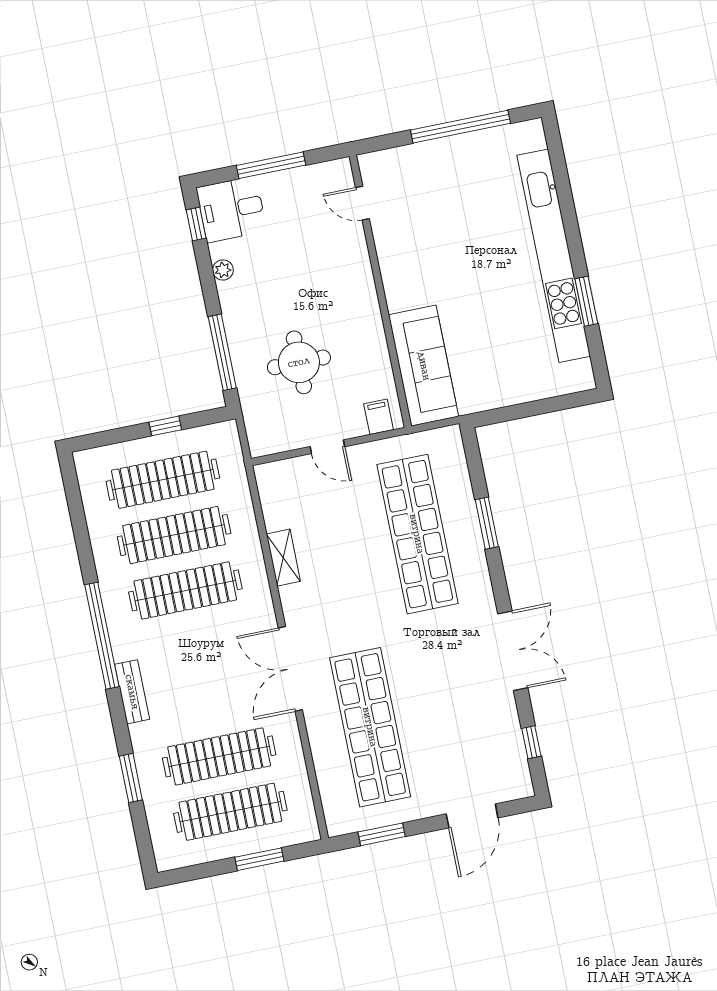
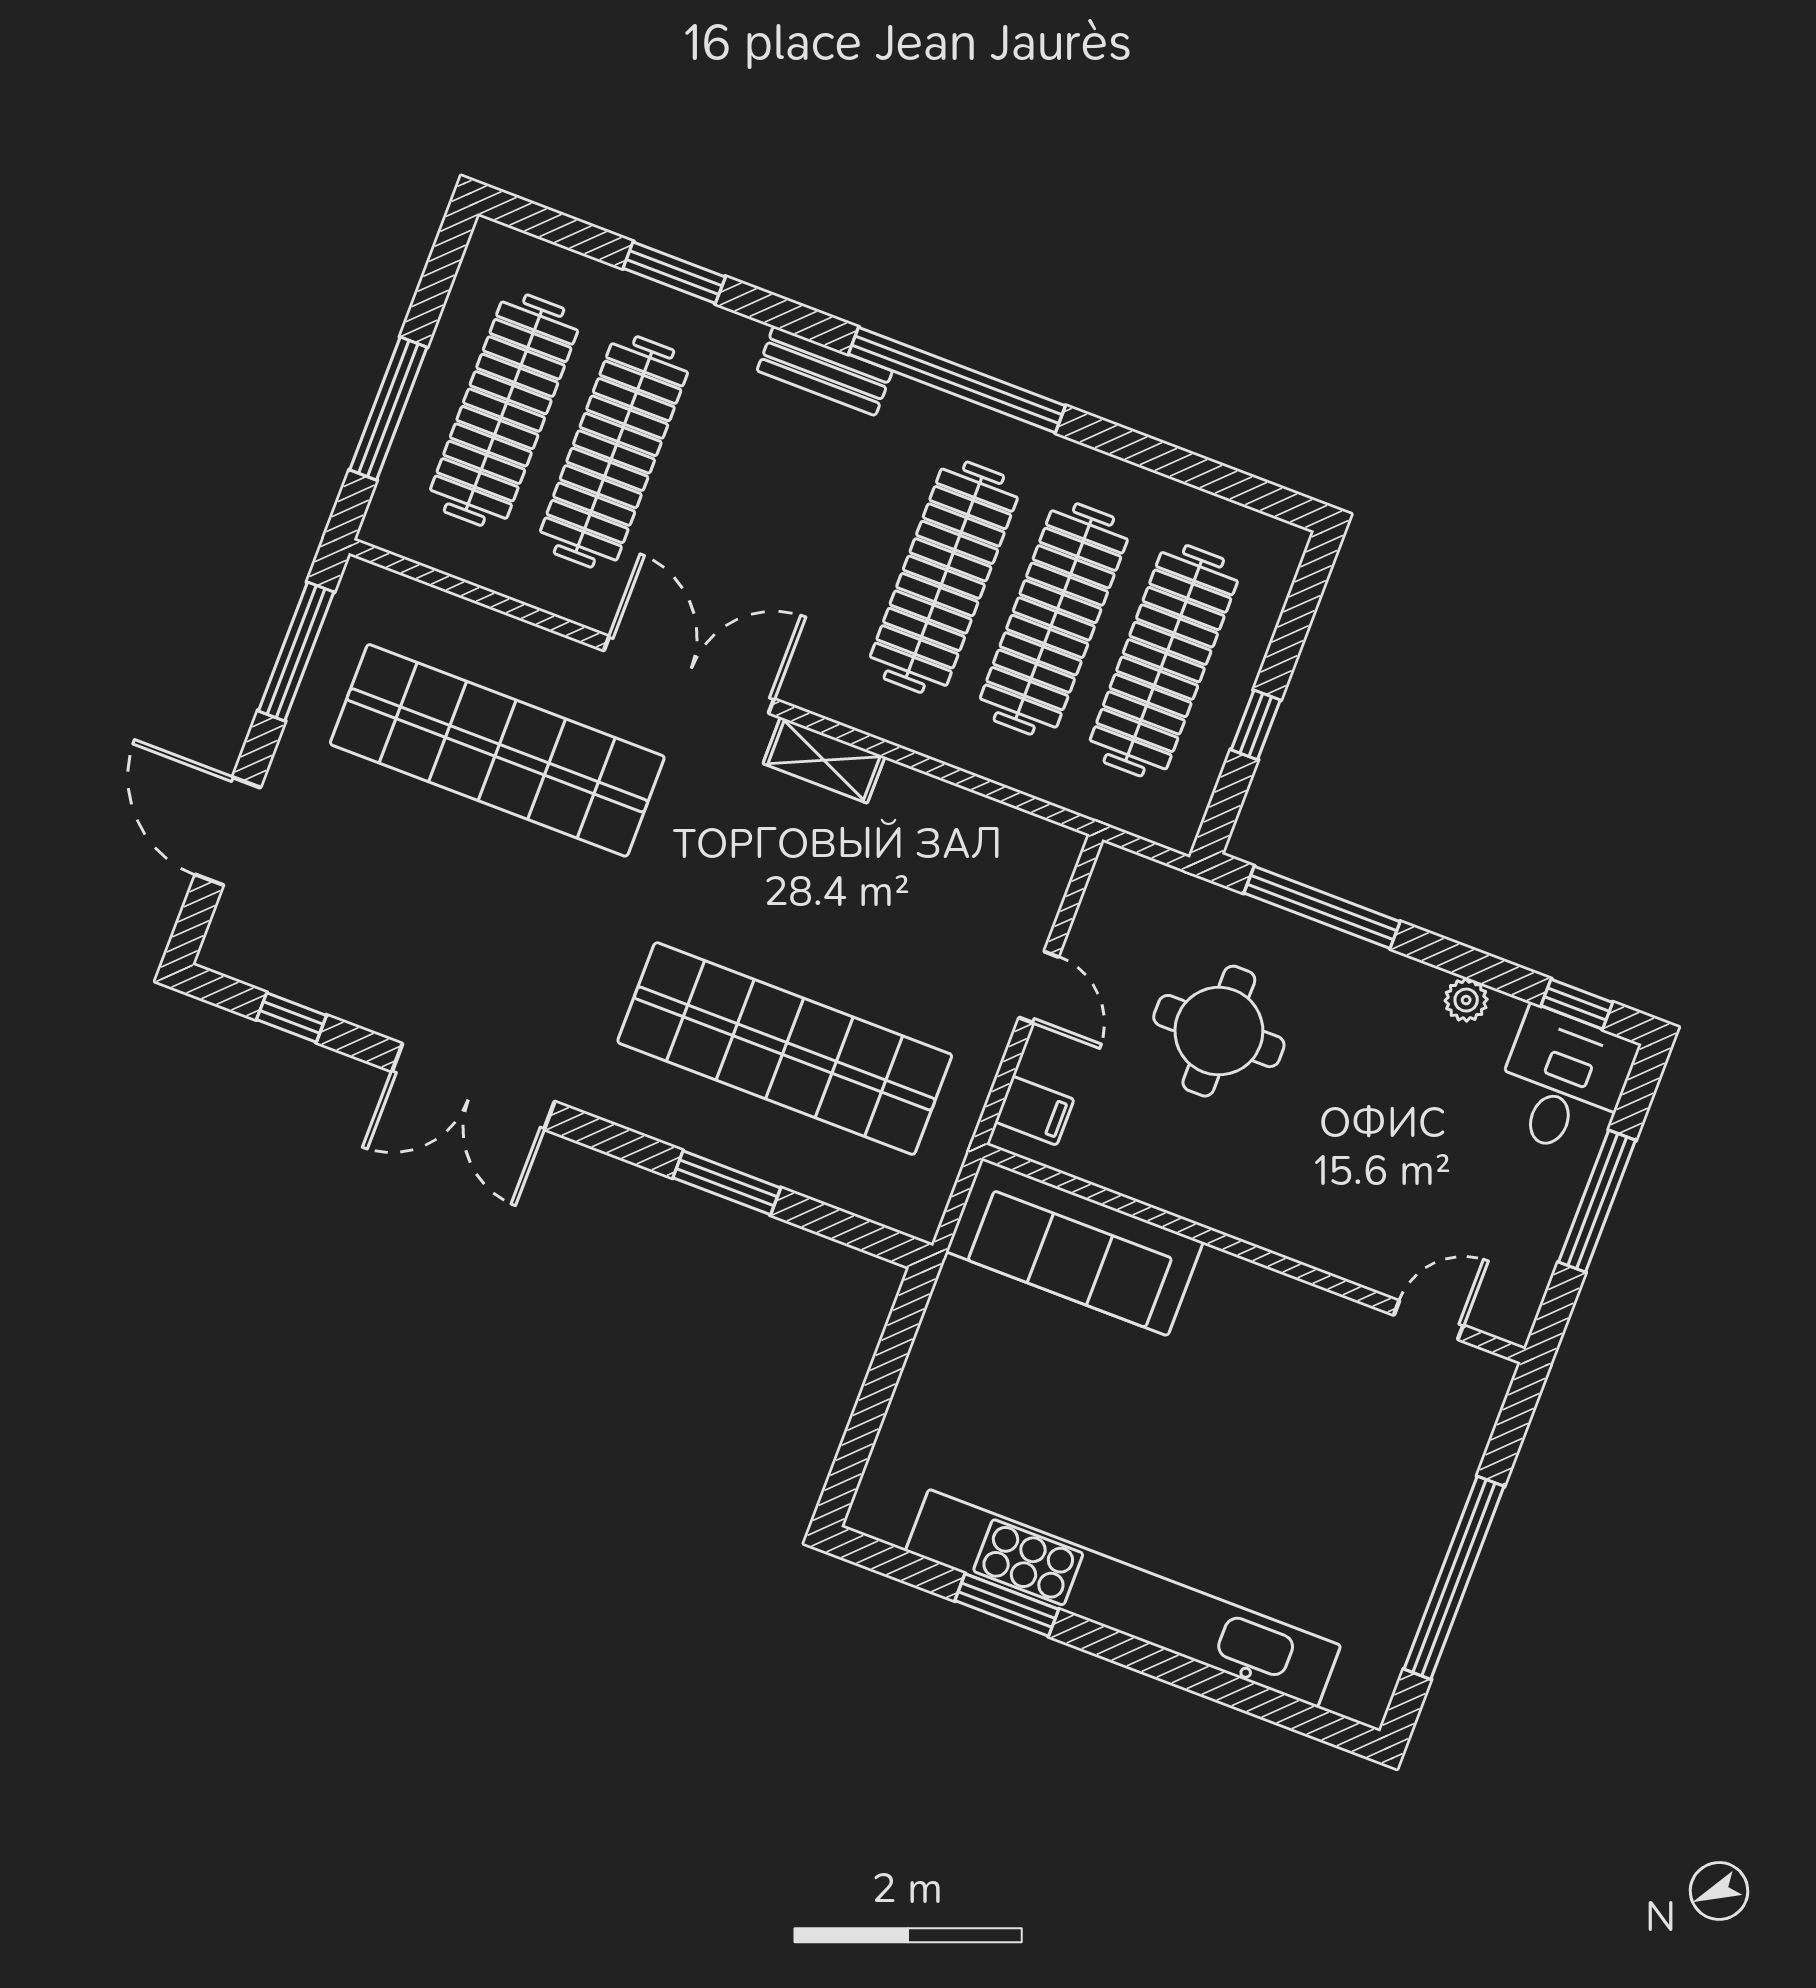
door: (327, 447) -> (1039, 987), swing flipped
shelving: (283, 558) -> (824, 760), moved
window: (382, 834) -> (296, 651), width x1.44
window: (259, 859) -> (388, 408), width x1.44

